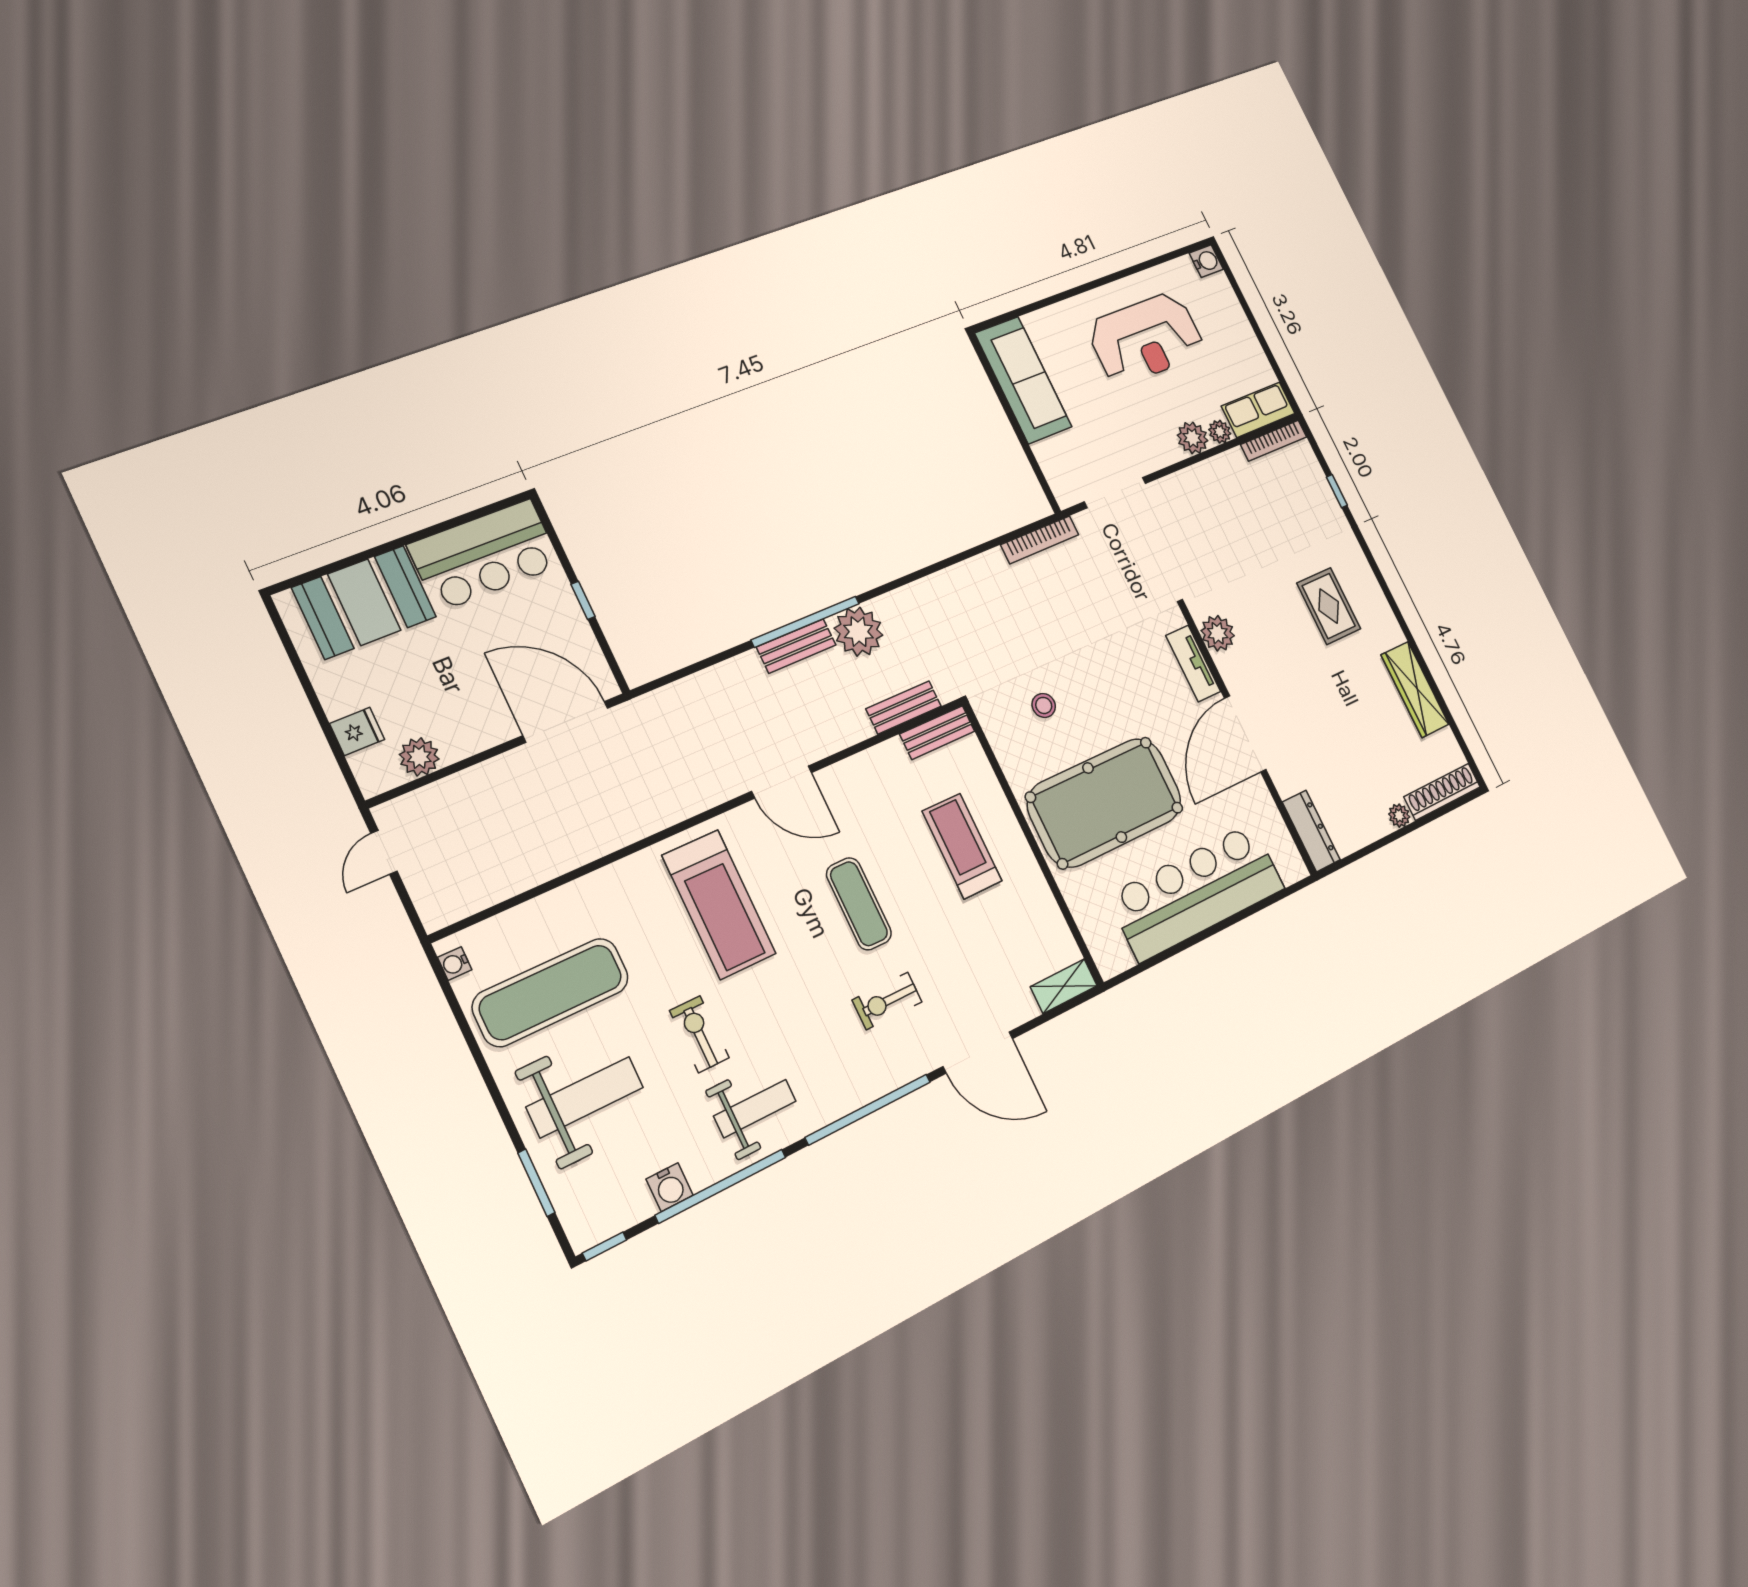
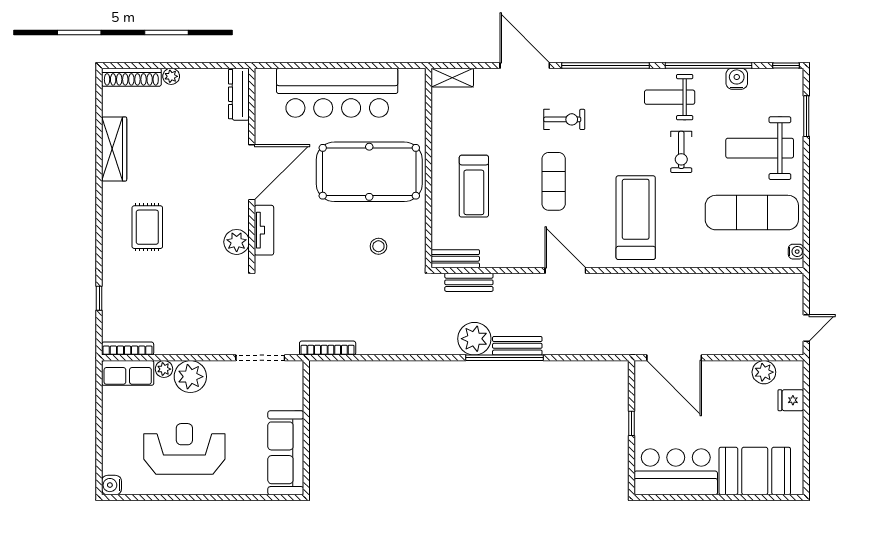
plant: (1193, 438) -> (190, 377), width x1.36, depth x1.36

